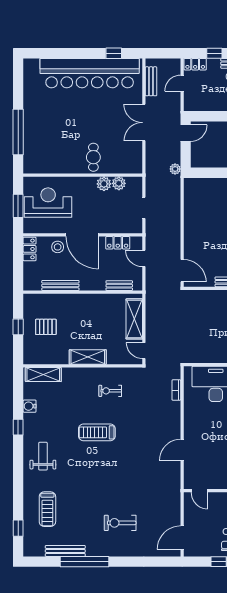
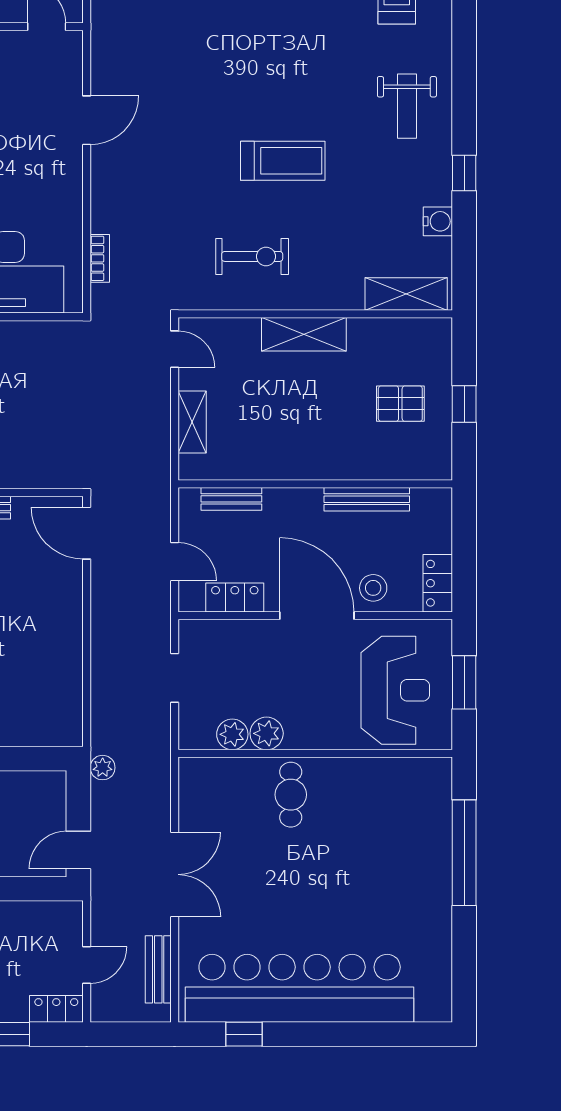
reception desk: (48, 203) -> (395, 690), turned -90
shelving: (134, 319) -> (192, 422), width x0.67, depth x0.75
exercise bike: (110, 391) -> (252, 256), width x1.38, depth x1.39

